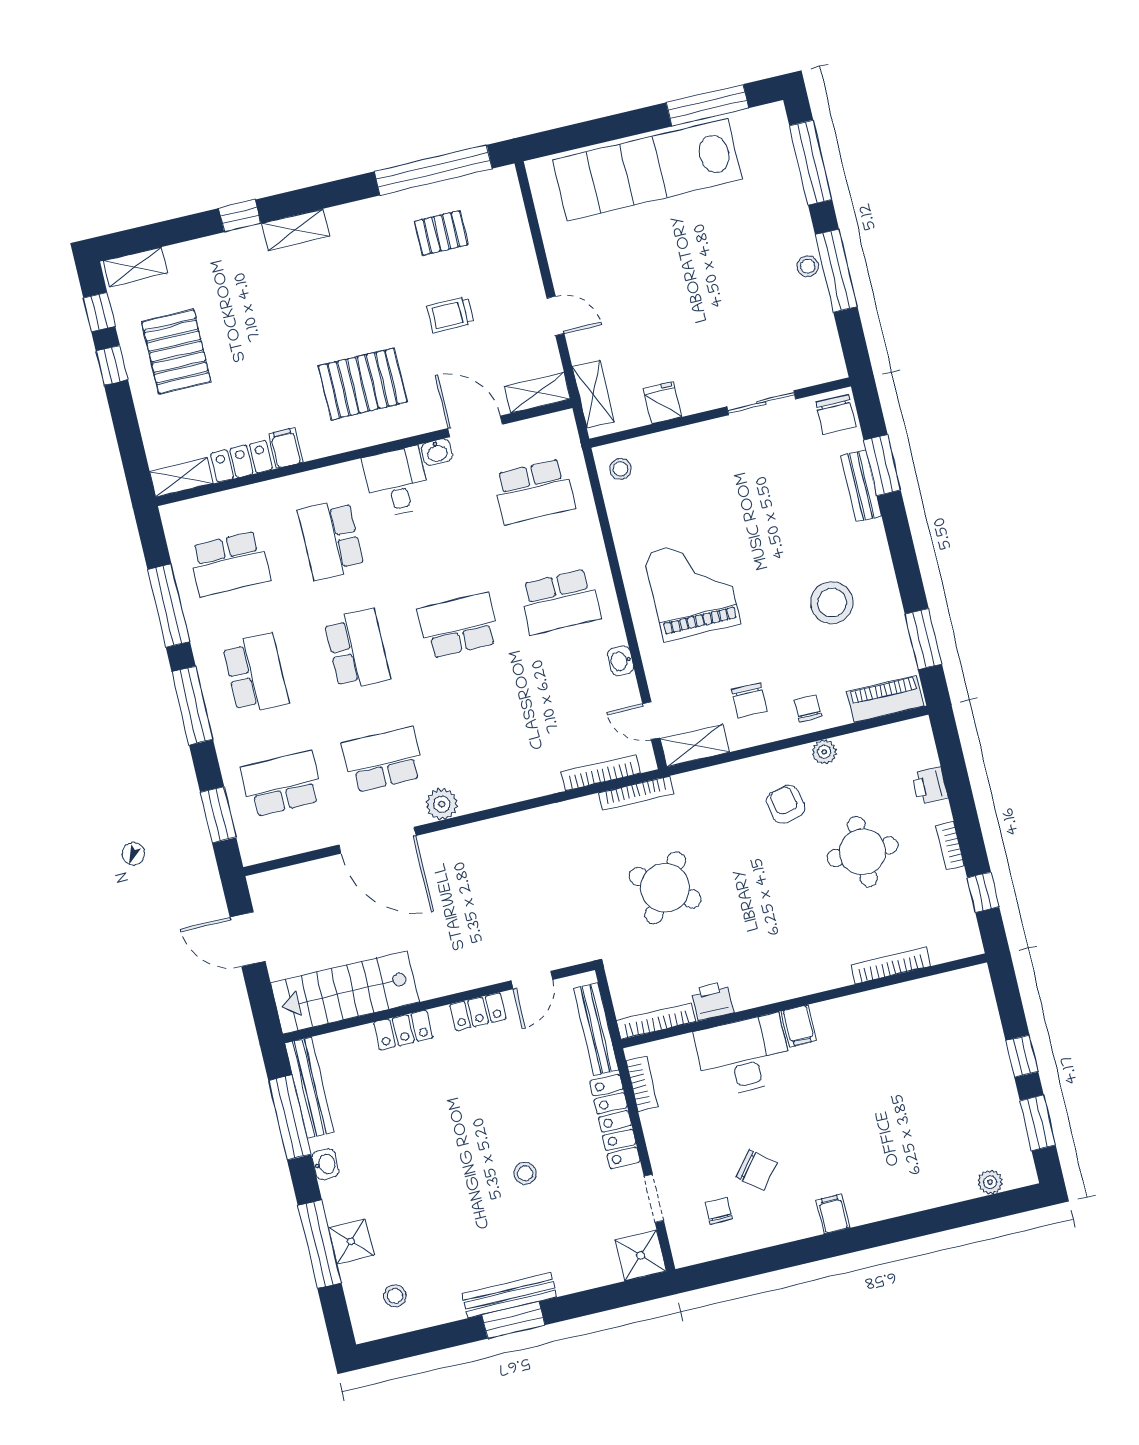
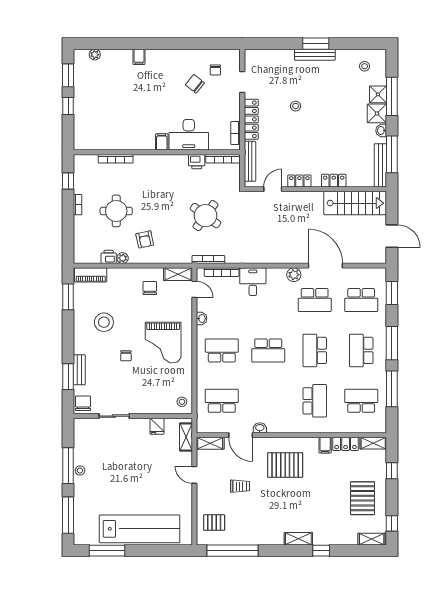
pallet: (441, 233) -> (214, 523), moved
window: (112, 365) -> (392, 471), moved
desk: (397, 482) -> (253, 282), moved, turned 180
chair: (808, 708) -> (126, 356), moved
printer: (930, 785) -> (109, 257), moved, turned -90
filing cabinet: (833, 1214) -> (139, 57), moved
shower: (641, 1255) -> (377, 113), moved

